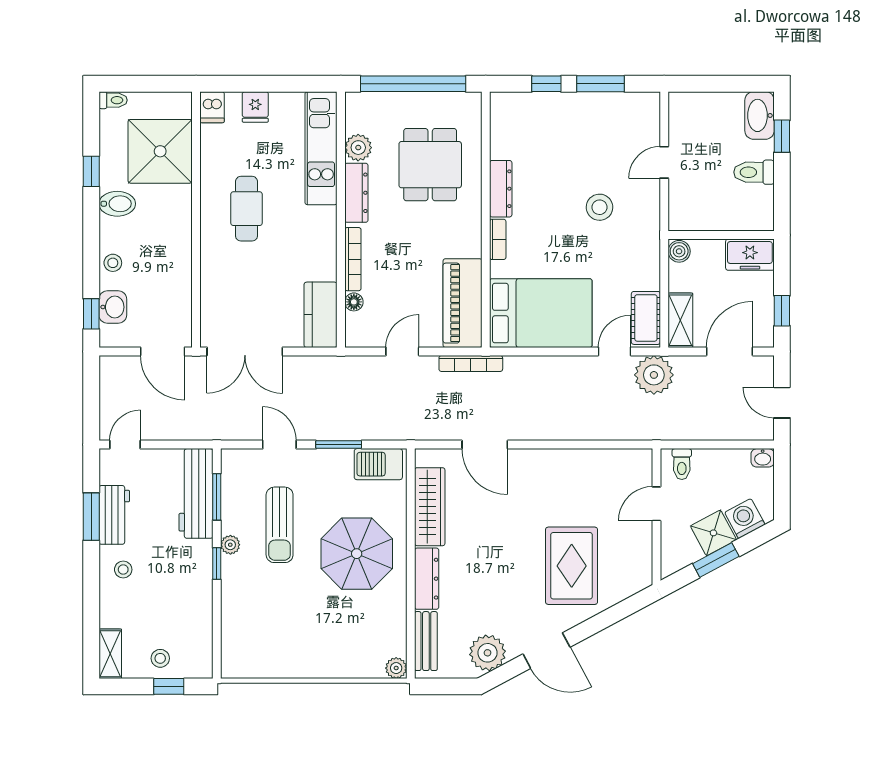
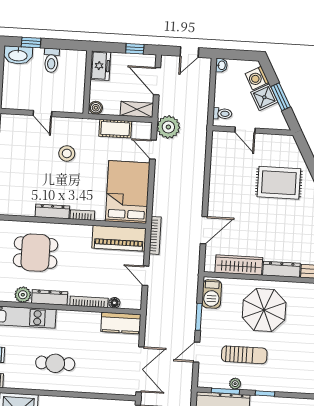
cot: (646, 318) -> (115, 129), moved
plant: (230, 545) -> (235, 384), moved

